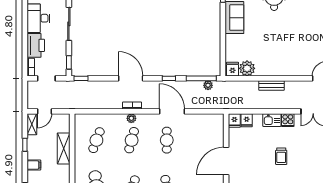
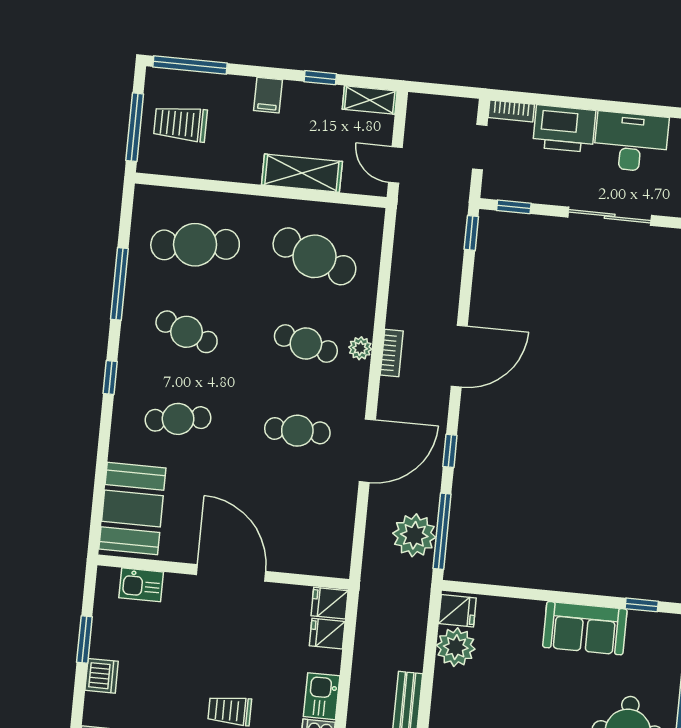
plant: (208, 85) -> (414, 535), width x1.88, depth x1.88
door: (44, 111) -> (395, 165), moved
cafe table: (96, 140) -> (314, 256), width x1.37, depth x1.35

